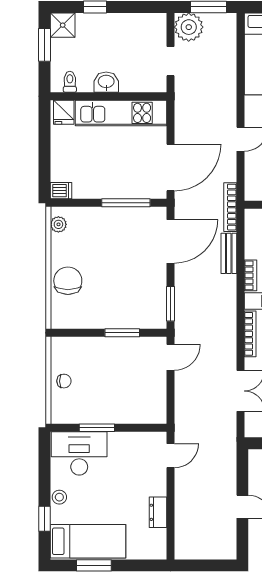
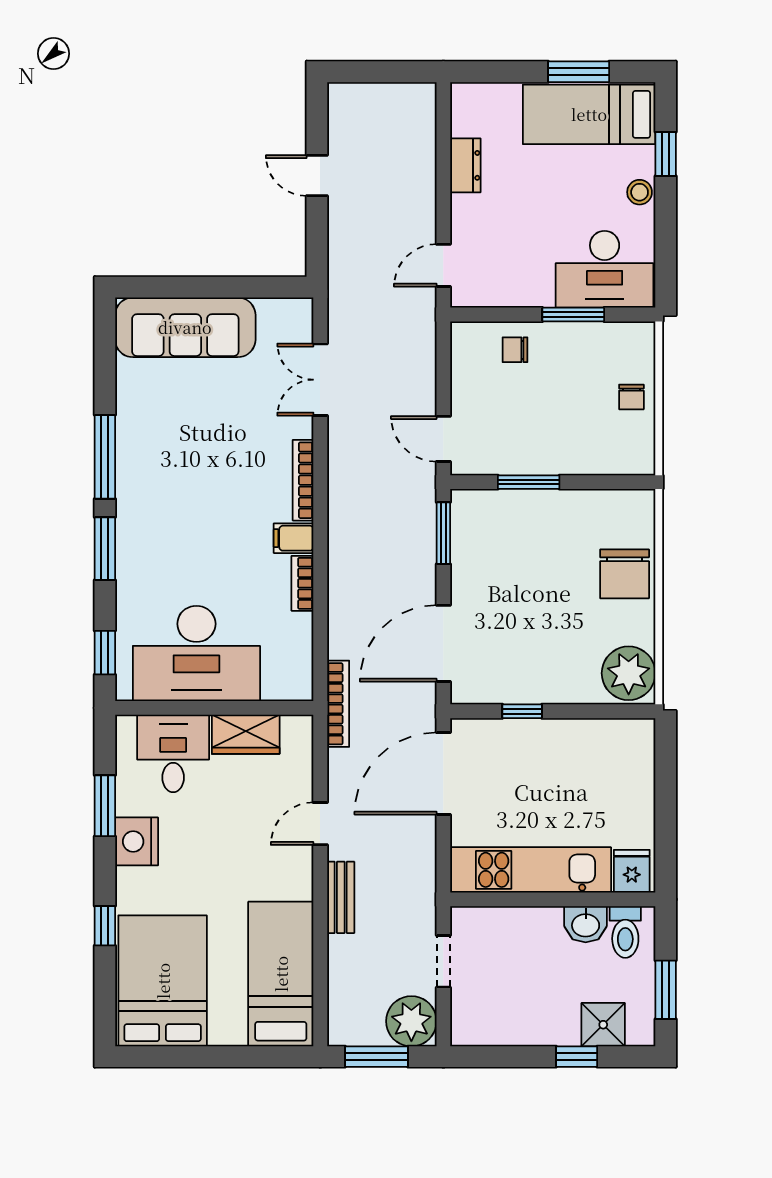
shower: (63, 25) -> (603, 1025), moved
toilet: (70, 82) -> (625, 932), width x1.37, depth x1.39
washbasin: (106, 82) -> (586, 924), moved
dishwasher: (61, 191) -> (637, 733), removed
window: (126, 203) -> (522, 711), width x0.46
plant: (58, 224) -> (629, 673), width x1.88, depth x1.88
bench: (229, 253) -> (341, 897), moved
door: (171, 357) -> (443, 439), hinge flipped
chair: (64, 381) -> (631, 397), turned -90
chair: (130, 408) -> (515, 350), added

